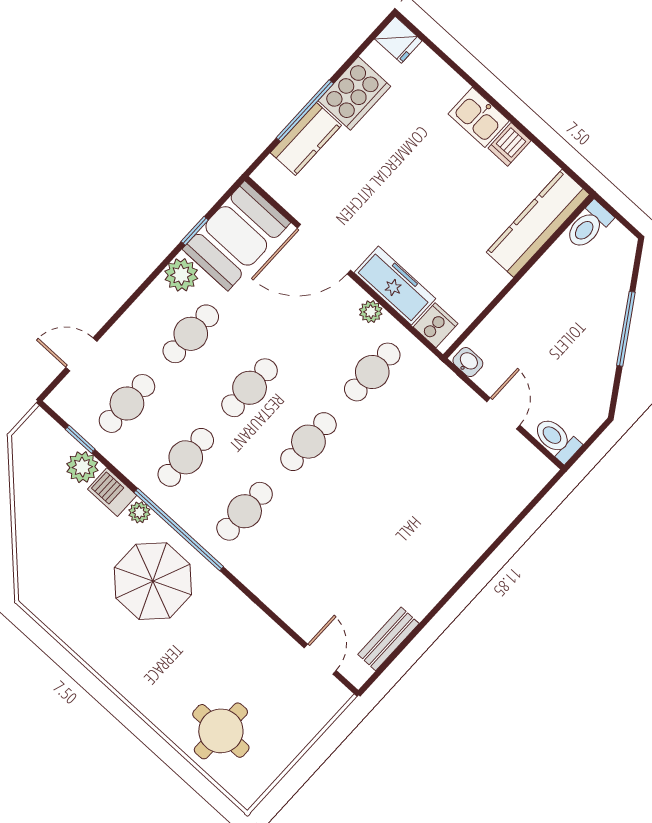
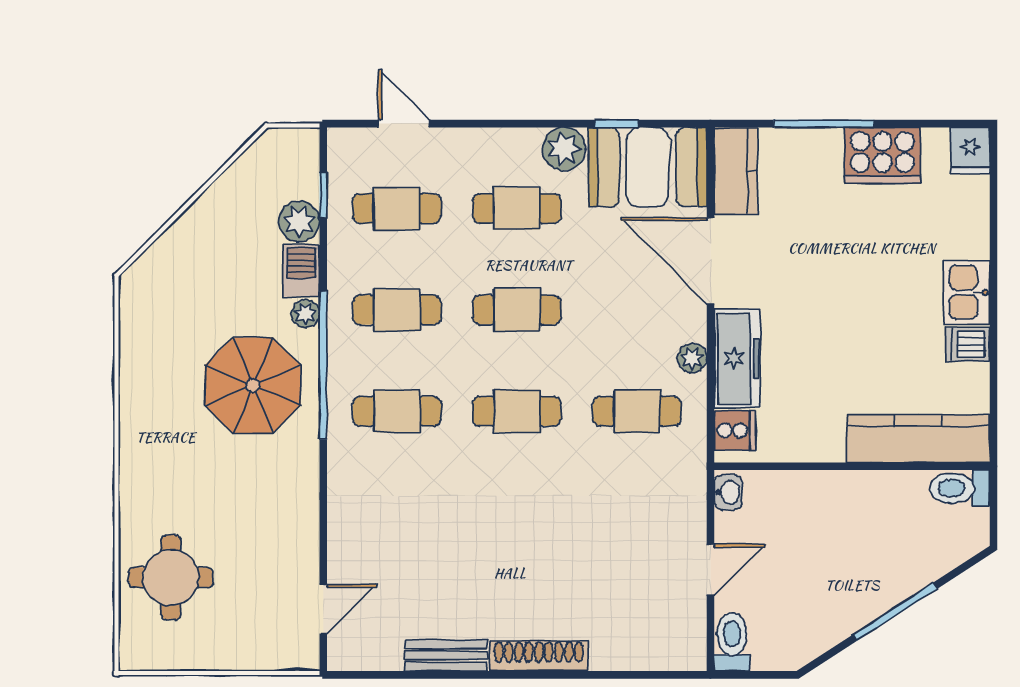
kitchen counter: (306, 139) -> (736, 171), moved, turned -90
shoe rack: (462, 559) -> (539, 656), added
bench: (388, 639) -> (446, 655), moved

